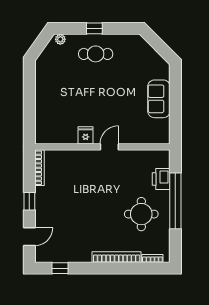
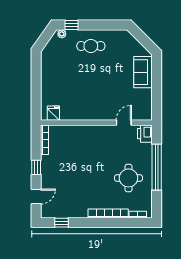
window: (94, 28) -> (72, 25), moved
sofa: (159, 99) -> (143, 72), moved
fridge: (86, 135) -> (53, 113), moved
door: (109, 147) -> (124, 123), moved
printer: (161, 179) -> (145, 134), moved

